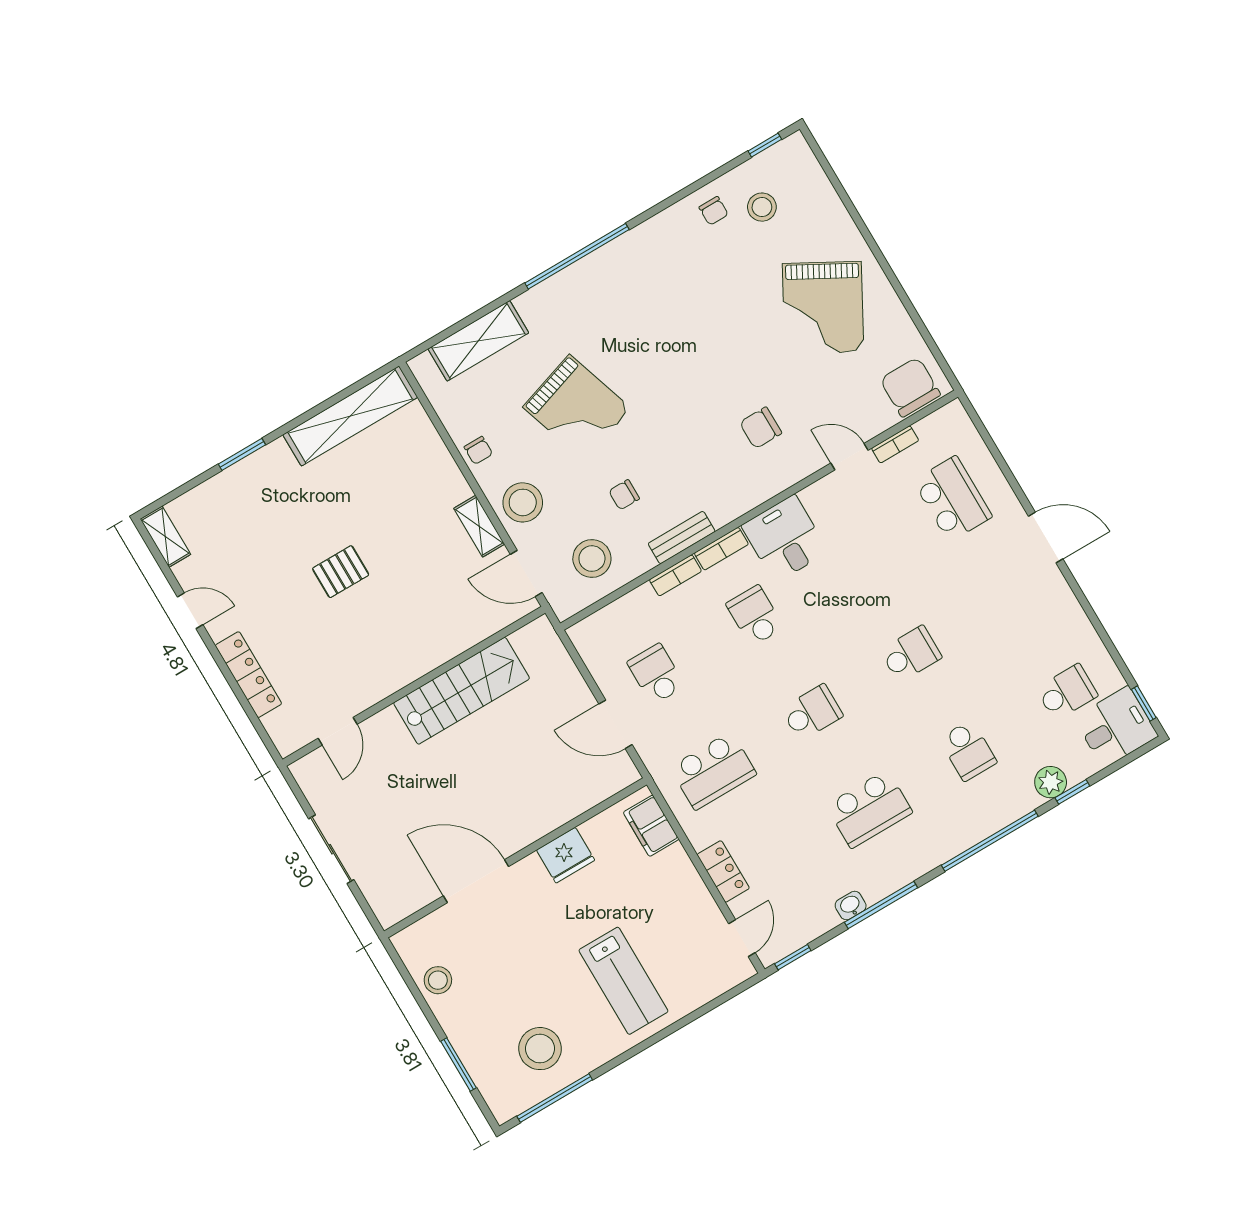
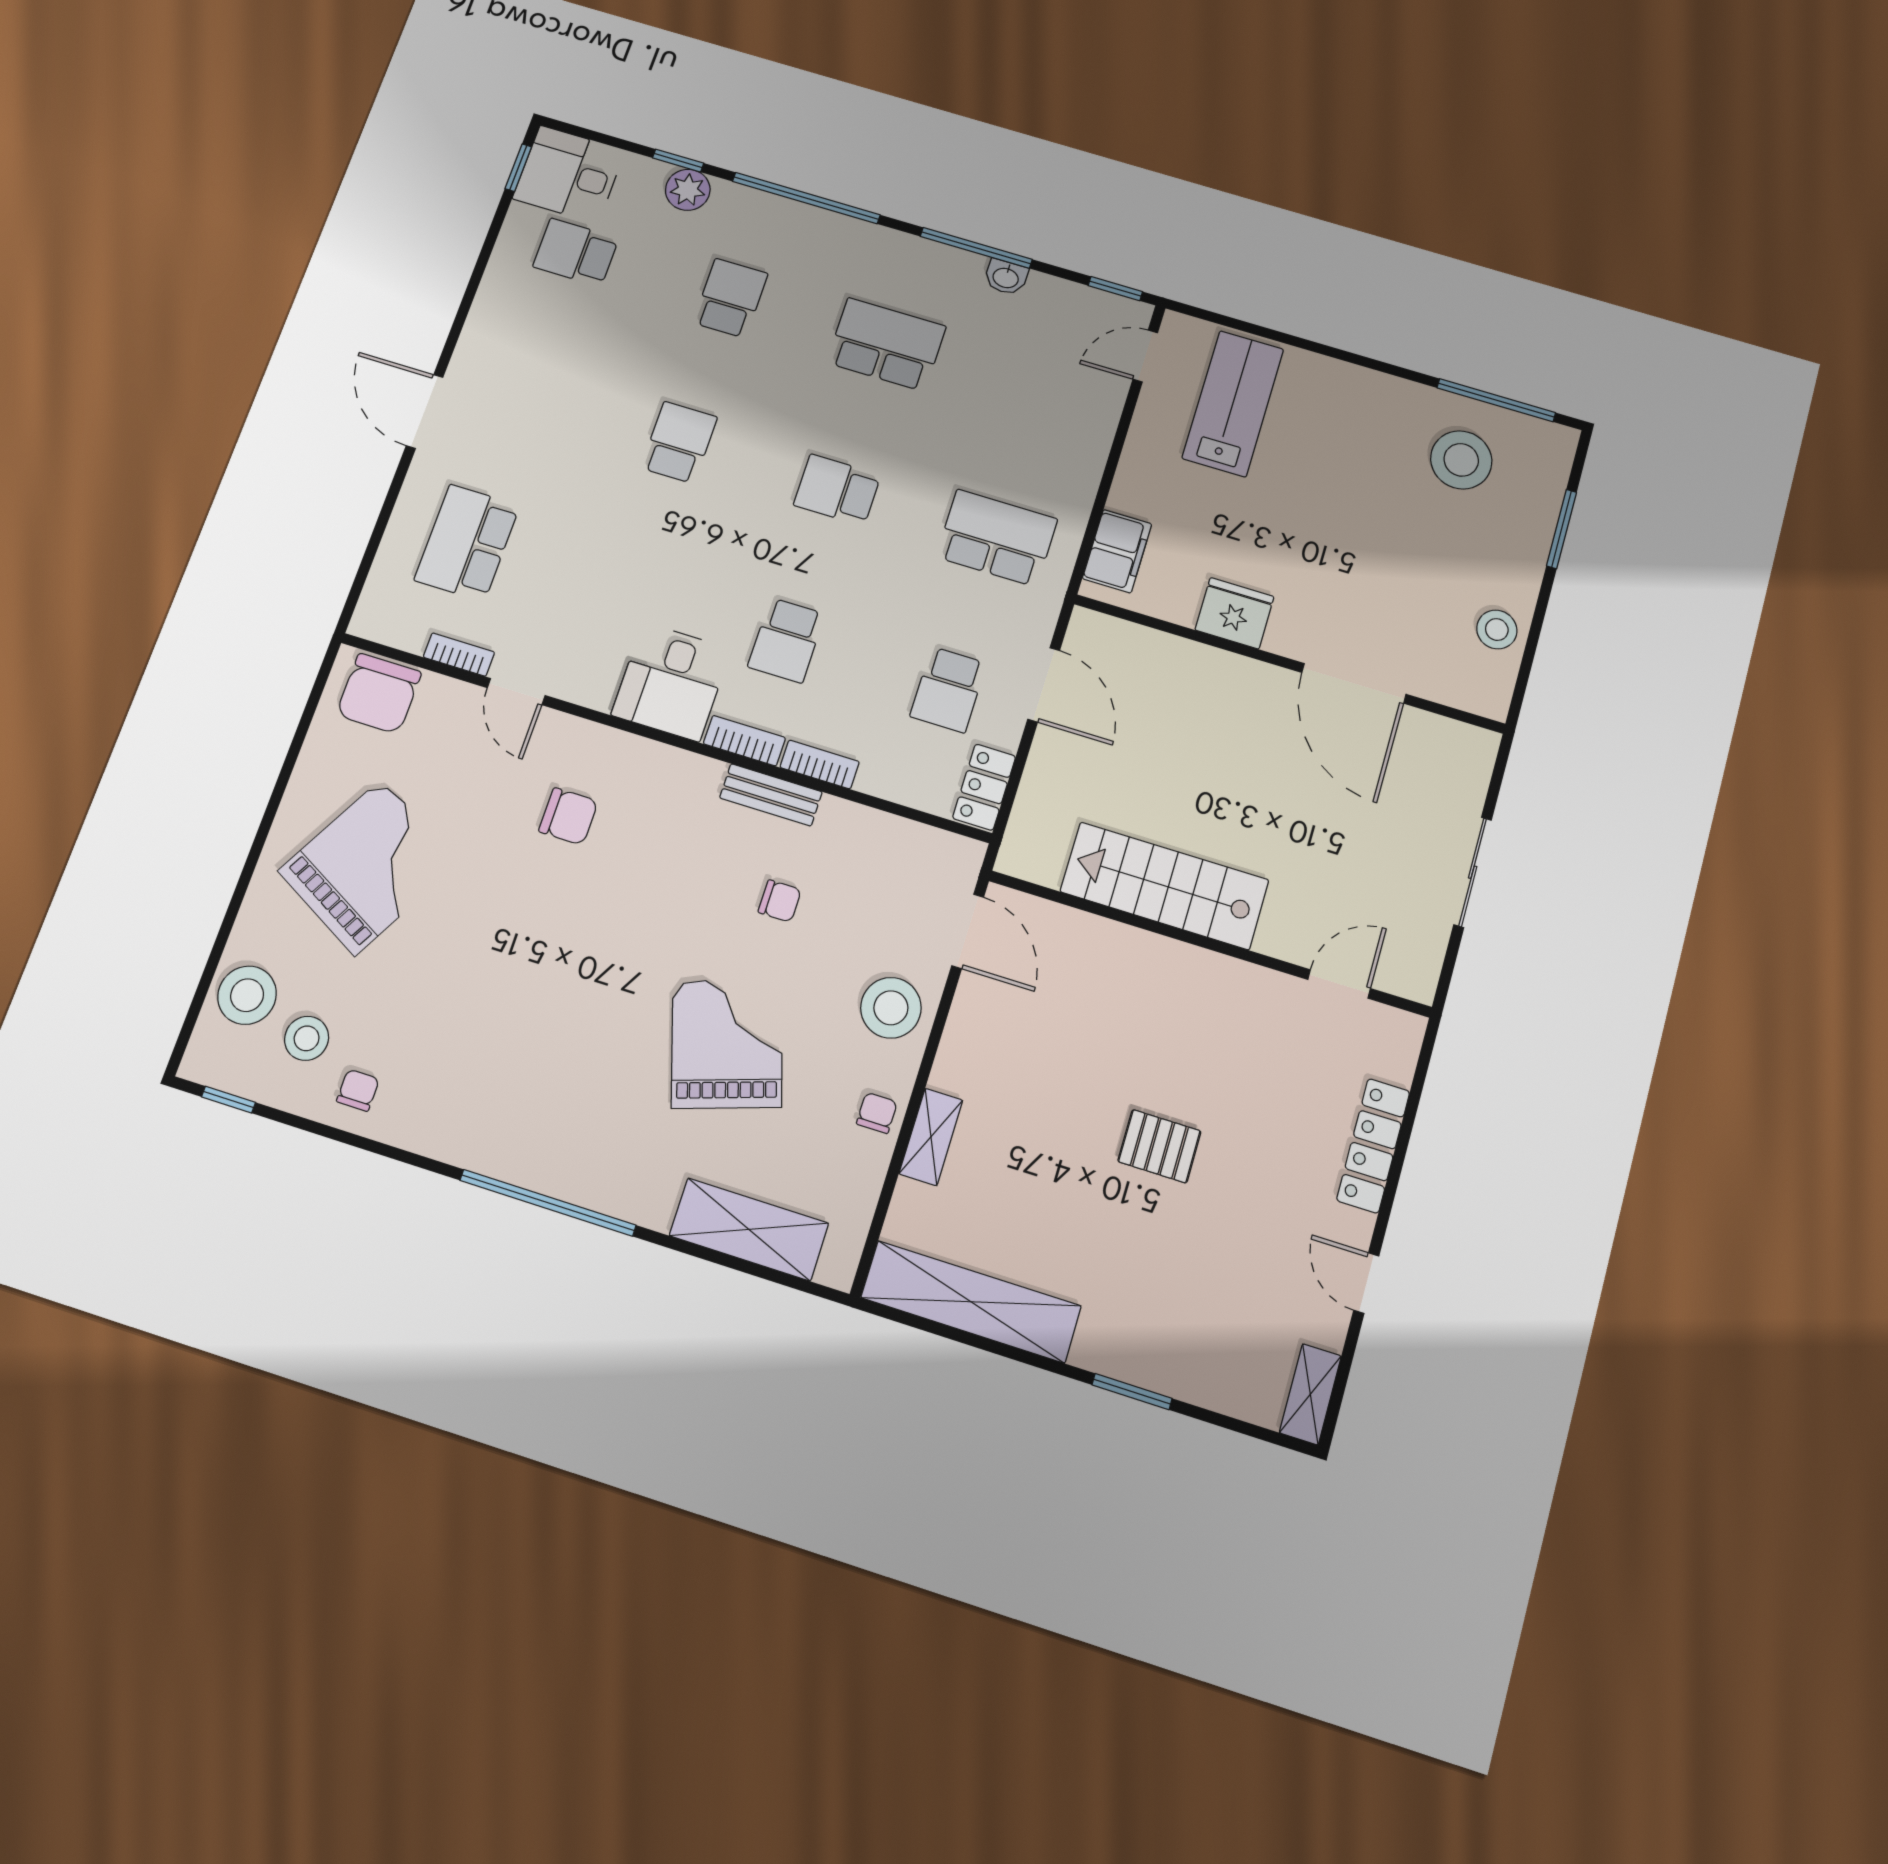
shelving: (479, 526) -> (931, 1137), moved
stool: (592, 559) -> (247, 995), moved
school desk: (911, 654) -> (679, 442), turned 90
locker: (723, 871) -> (984, 787), moved
lab bench: (623, 981) -> (1233, 404), moved

